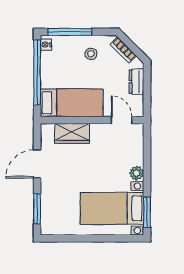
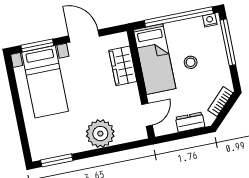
stool: (91, 54) -> (191, 62), moved
plant: (137, 173) -> (100, 134), width x1.88, depth x1.88
bed with nightstands: (112, 208) -> (45, 82), moved, turned 180

